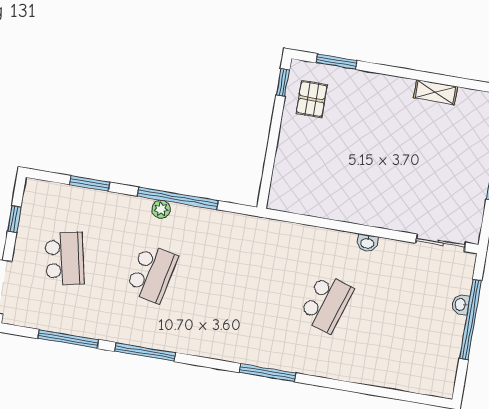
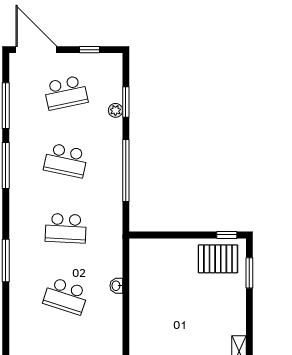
pallet: (312, 99) -> (218, 259), width x1.50, depth x1.42
plant: (161, 209) -> (115, 110), moved
washbasin: (367, 243) -> (116, 286), moved
school desk: (239, 288) -> (66, 228), added

